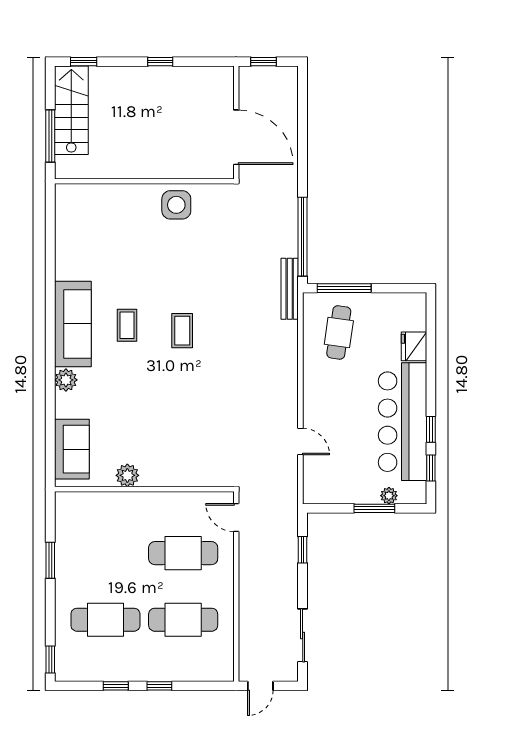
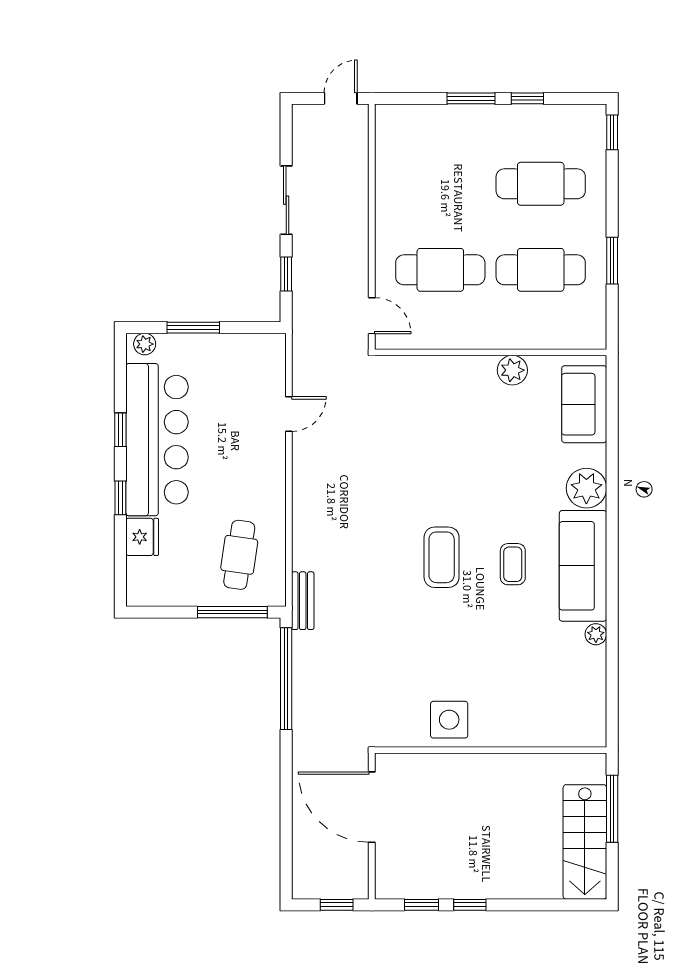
window: (84, 62) -> (421, 905), moved
plant: (63, 271) -> (596, 634), added
bench: (290, 289) -> (303, 601), width x0.73
coffee table: (182, 331) -> (442, 557), width x1.36, depth x1.30
plant: (66, 380) -> (586, 488), width x1.36, depth x1.36
door: (300, 442) -> (289, 414), swing flipped
window: (431, 468) -> (120, 498), moved
plant: (389, 496) -> (145, 344), moved
cafe table: (183, 620) -> (541, 270), moved
sliding door: (303, 635) -> (286, 200), moved
window: (159, 686) -> (471, 98), width x1.50

